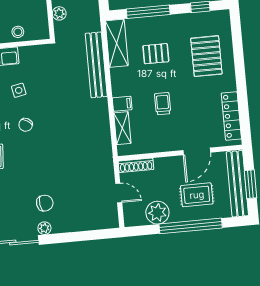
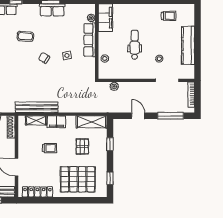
window: (148, 12) -> (110, 144), width x0.46
pallet: (206, 56) -> (78, 179), width x1.37, depth x1.41
bench: (96, 65) -> (37, 107), moved
filing cabinet: (122, 104) -> (56, 122), width x2.00

